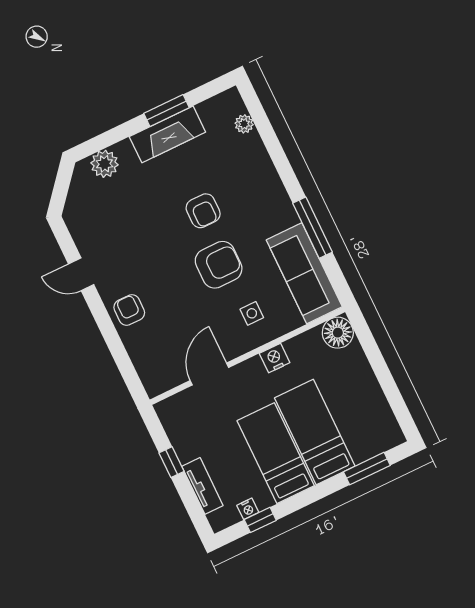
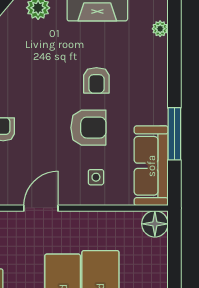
nightstand: (275, 358) -> (97, 220), removed

